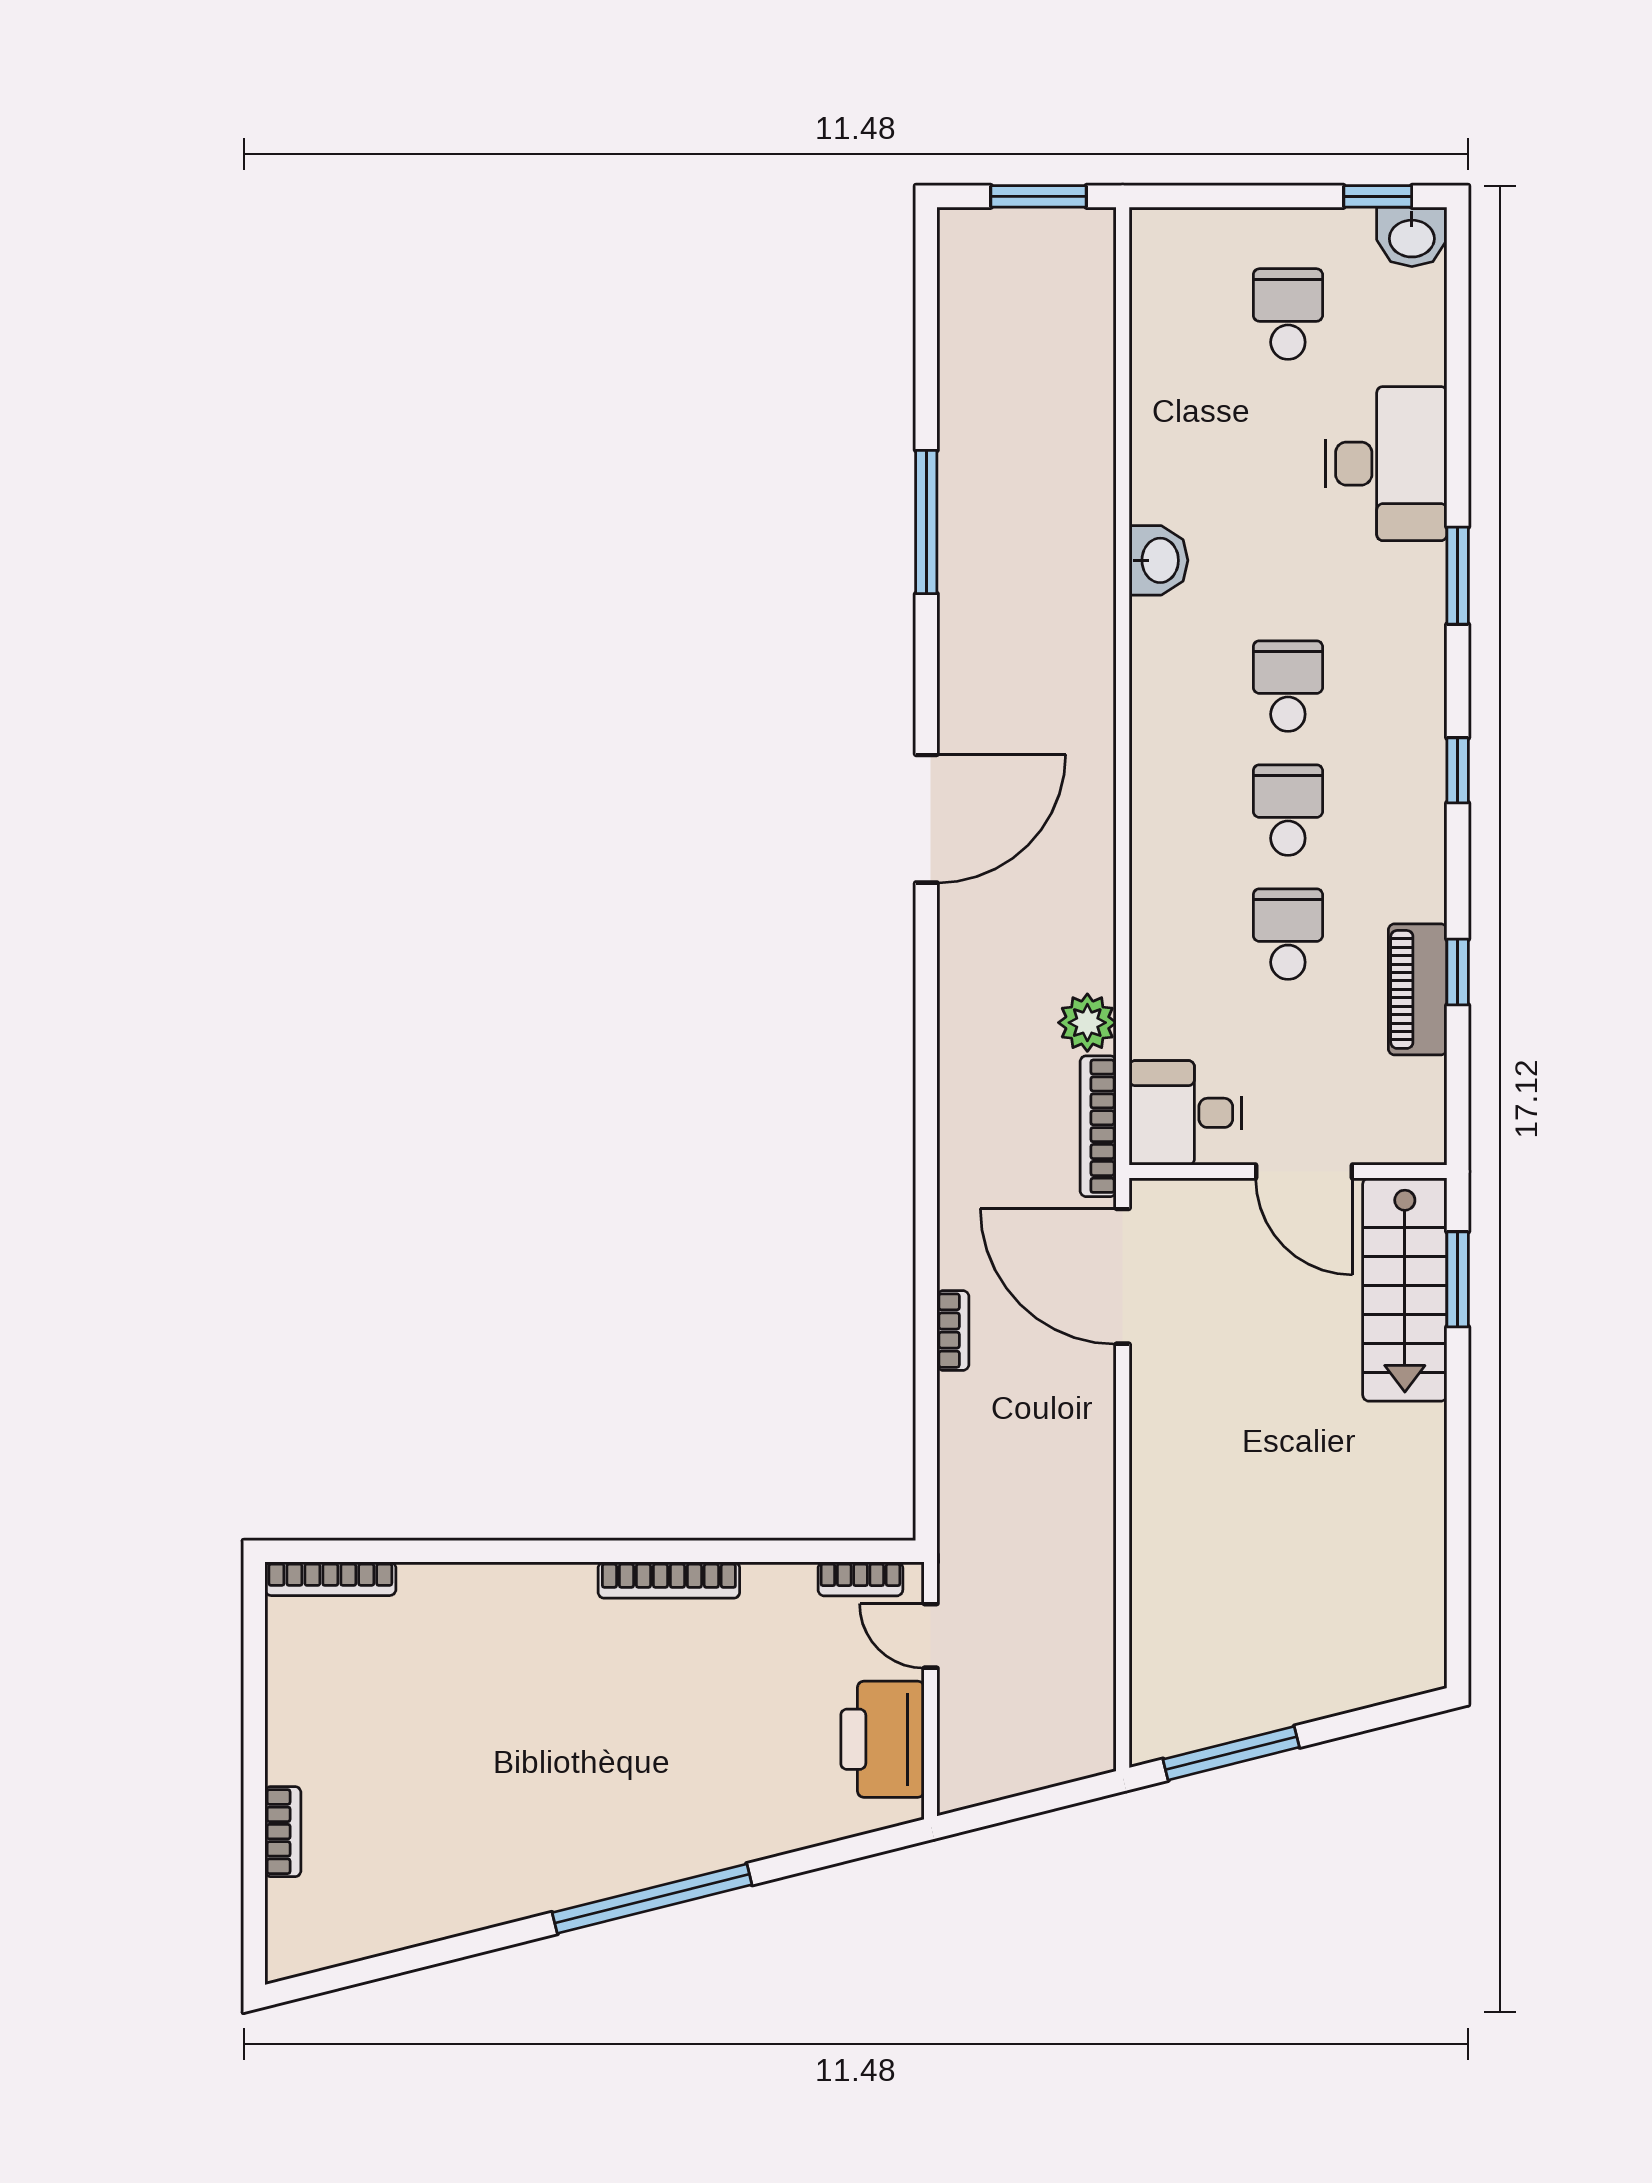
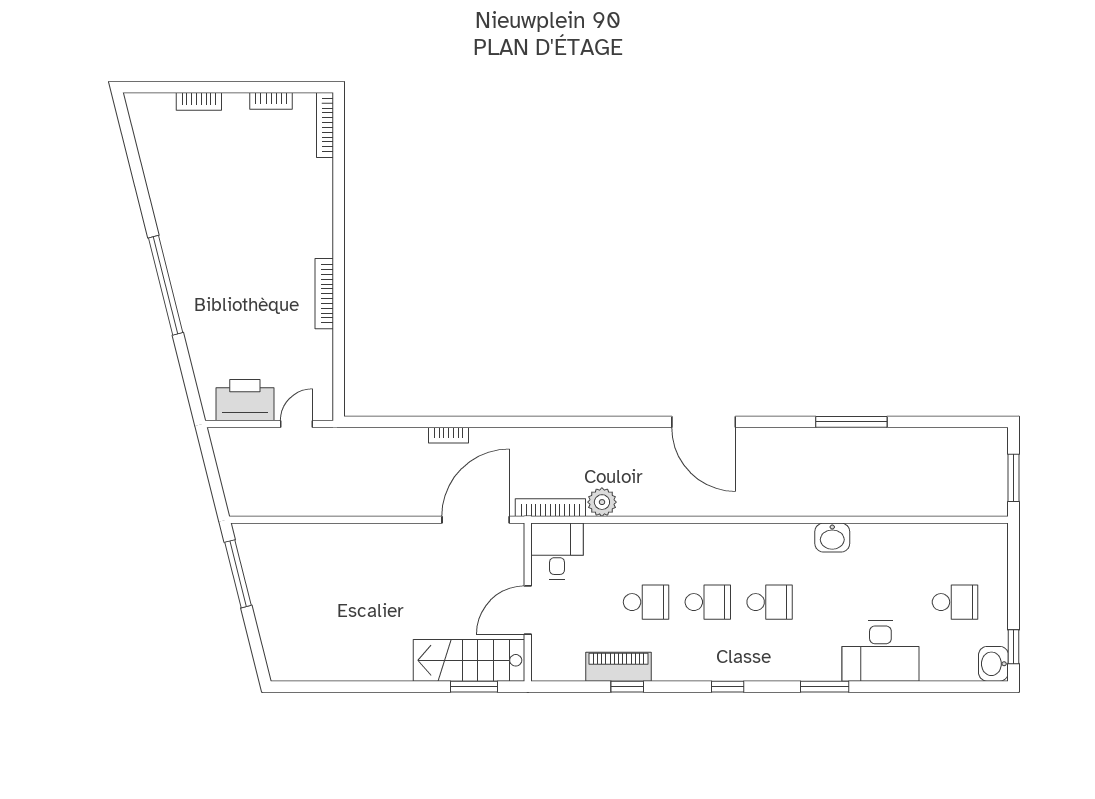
bookcase: (860, 1579) -> (271, 101), moved, turned -90

